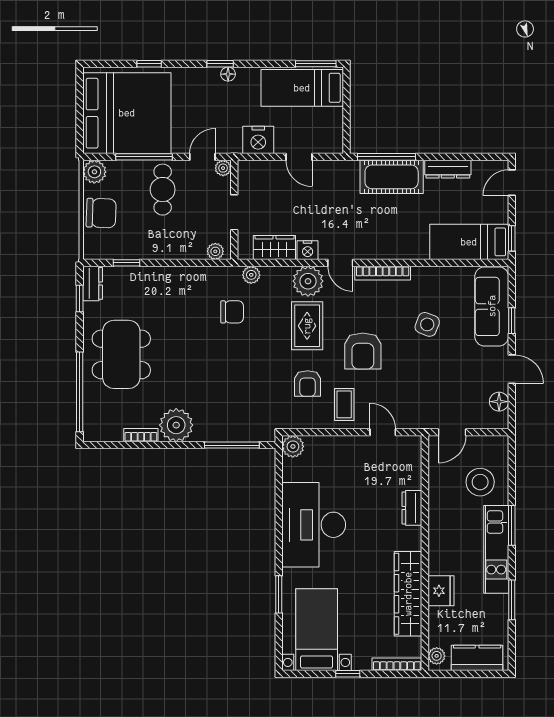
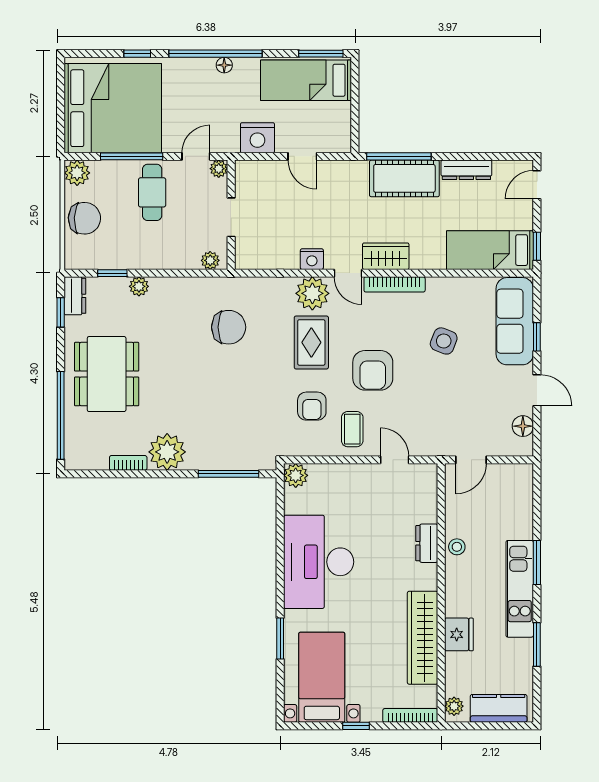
window: (220, 64) -> (216, 54), width x3.17
wardrobe: (274, 247) -> (386, 256), moved
plant: (251, 275) -> (139, 286), moved
chair: (232, 312) -> (229, 327), width x1.37, depth x1.37
stool: (480, 482) -> (457, 547), moved, width x0.53, depth x0.53

